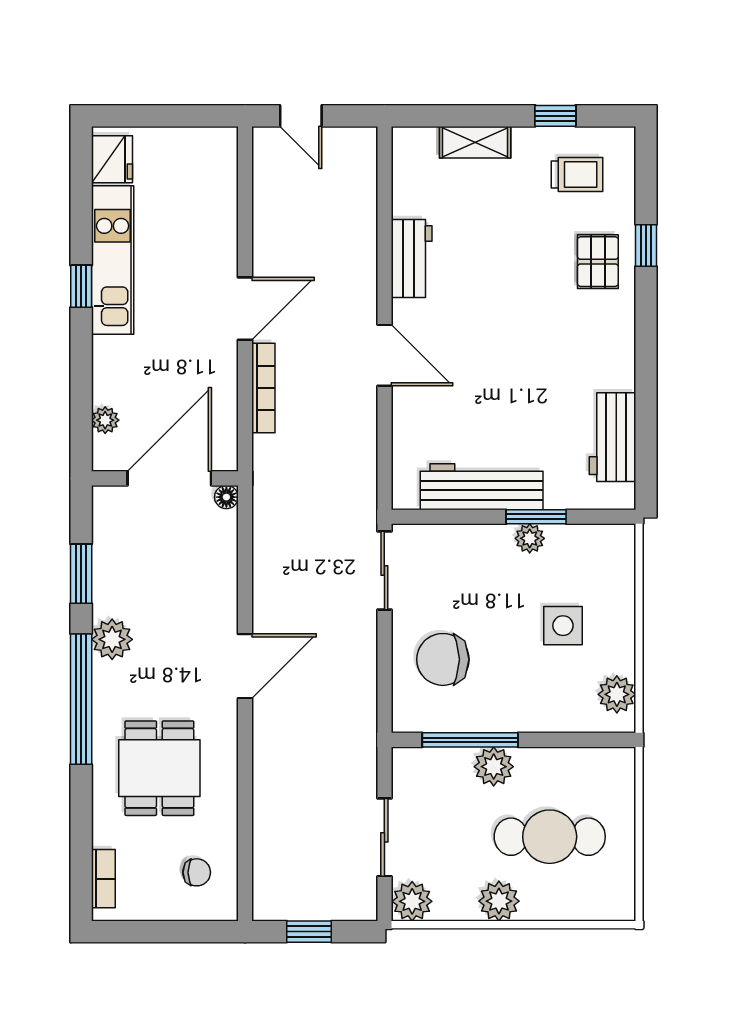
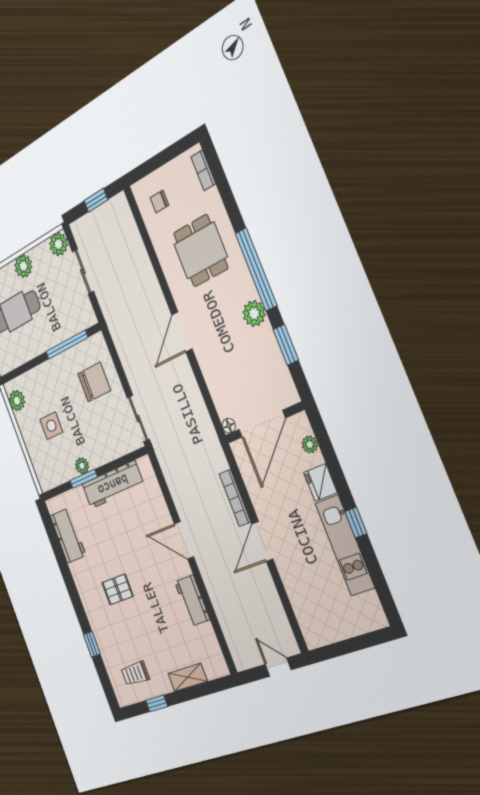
fridge: (112, 159) -> (320, 482), moved
pallet: (598, 262) -> (118, 589), moved, turned 90
plant: (494, 767) -> (52, 336), removed

